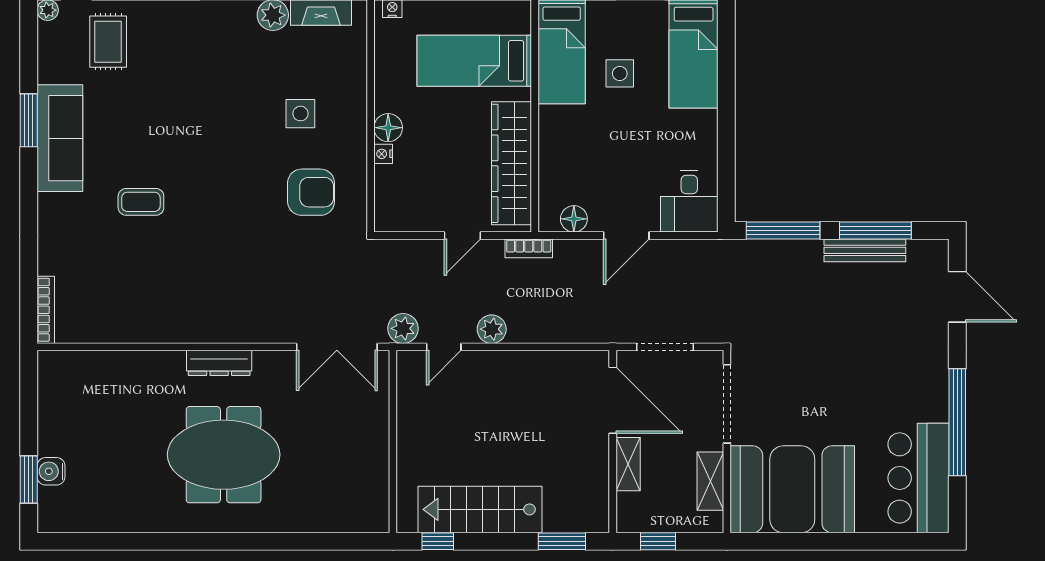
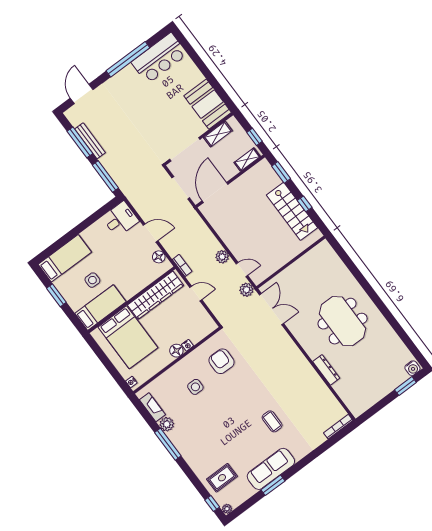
bed: (474, 61) -> (128, 337), width x1.50
dresser: (219, 363) -> (326, 370), moved
shelving: (628, 464) -> (247, 159), moved
water cooler: (51, 471) -> (412, 368), moved
booth: (792, 489) -> (208, 104), width x0.73, depth x0.70
window: (438, 541) -> (305, 204), moved

